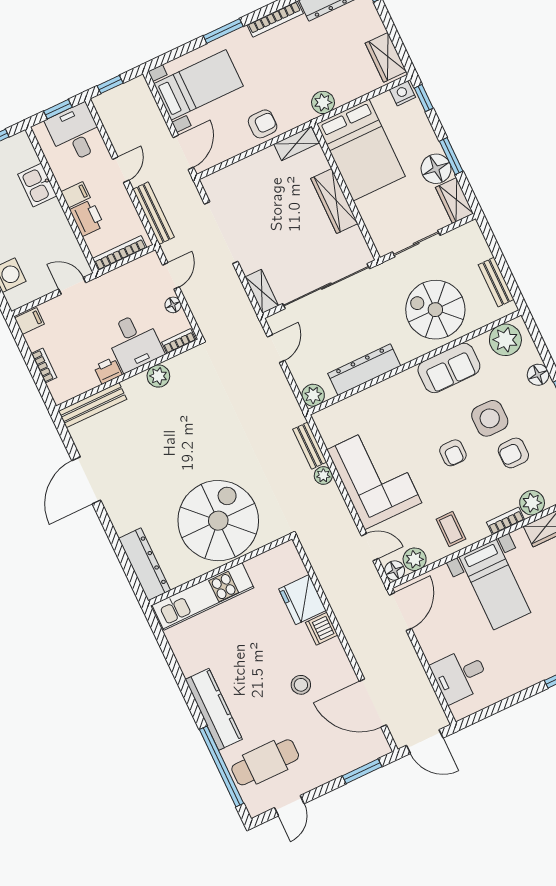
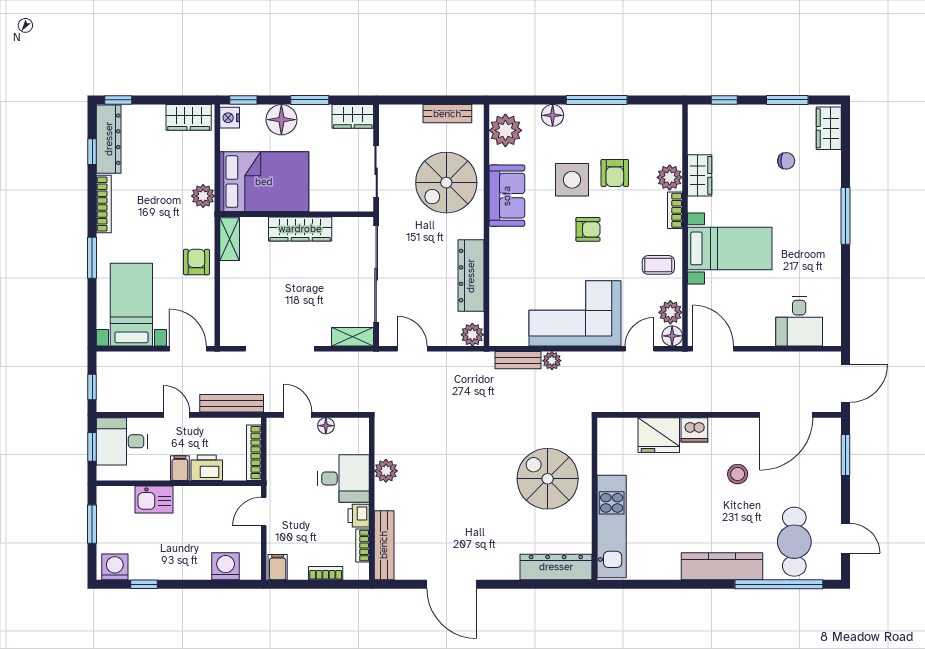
floor lamp: (436, 169) -> (281, 120), moved
bookcase: (179, 341) -> (362, 546), moved
spiral stairs: (218, 521) -> (548, 479), width x0.73, depth x0.73

